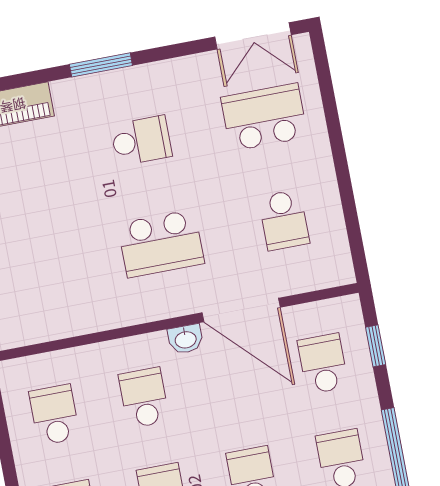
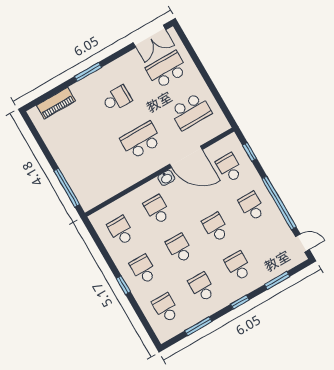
school desk: (284, 220) -> (191, 111), width x1.85
school desk: (161, 244) -> (141, 140), turned 180

